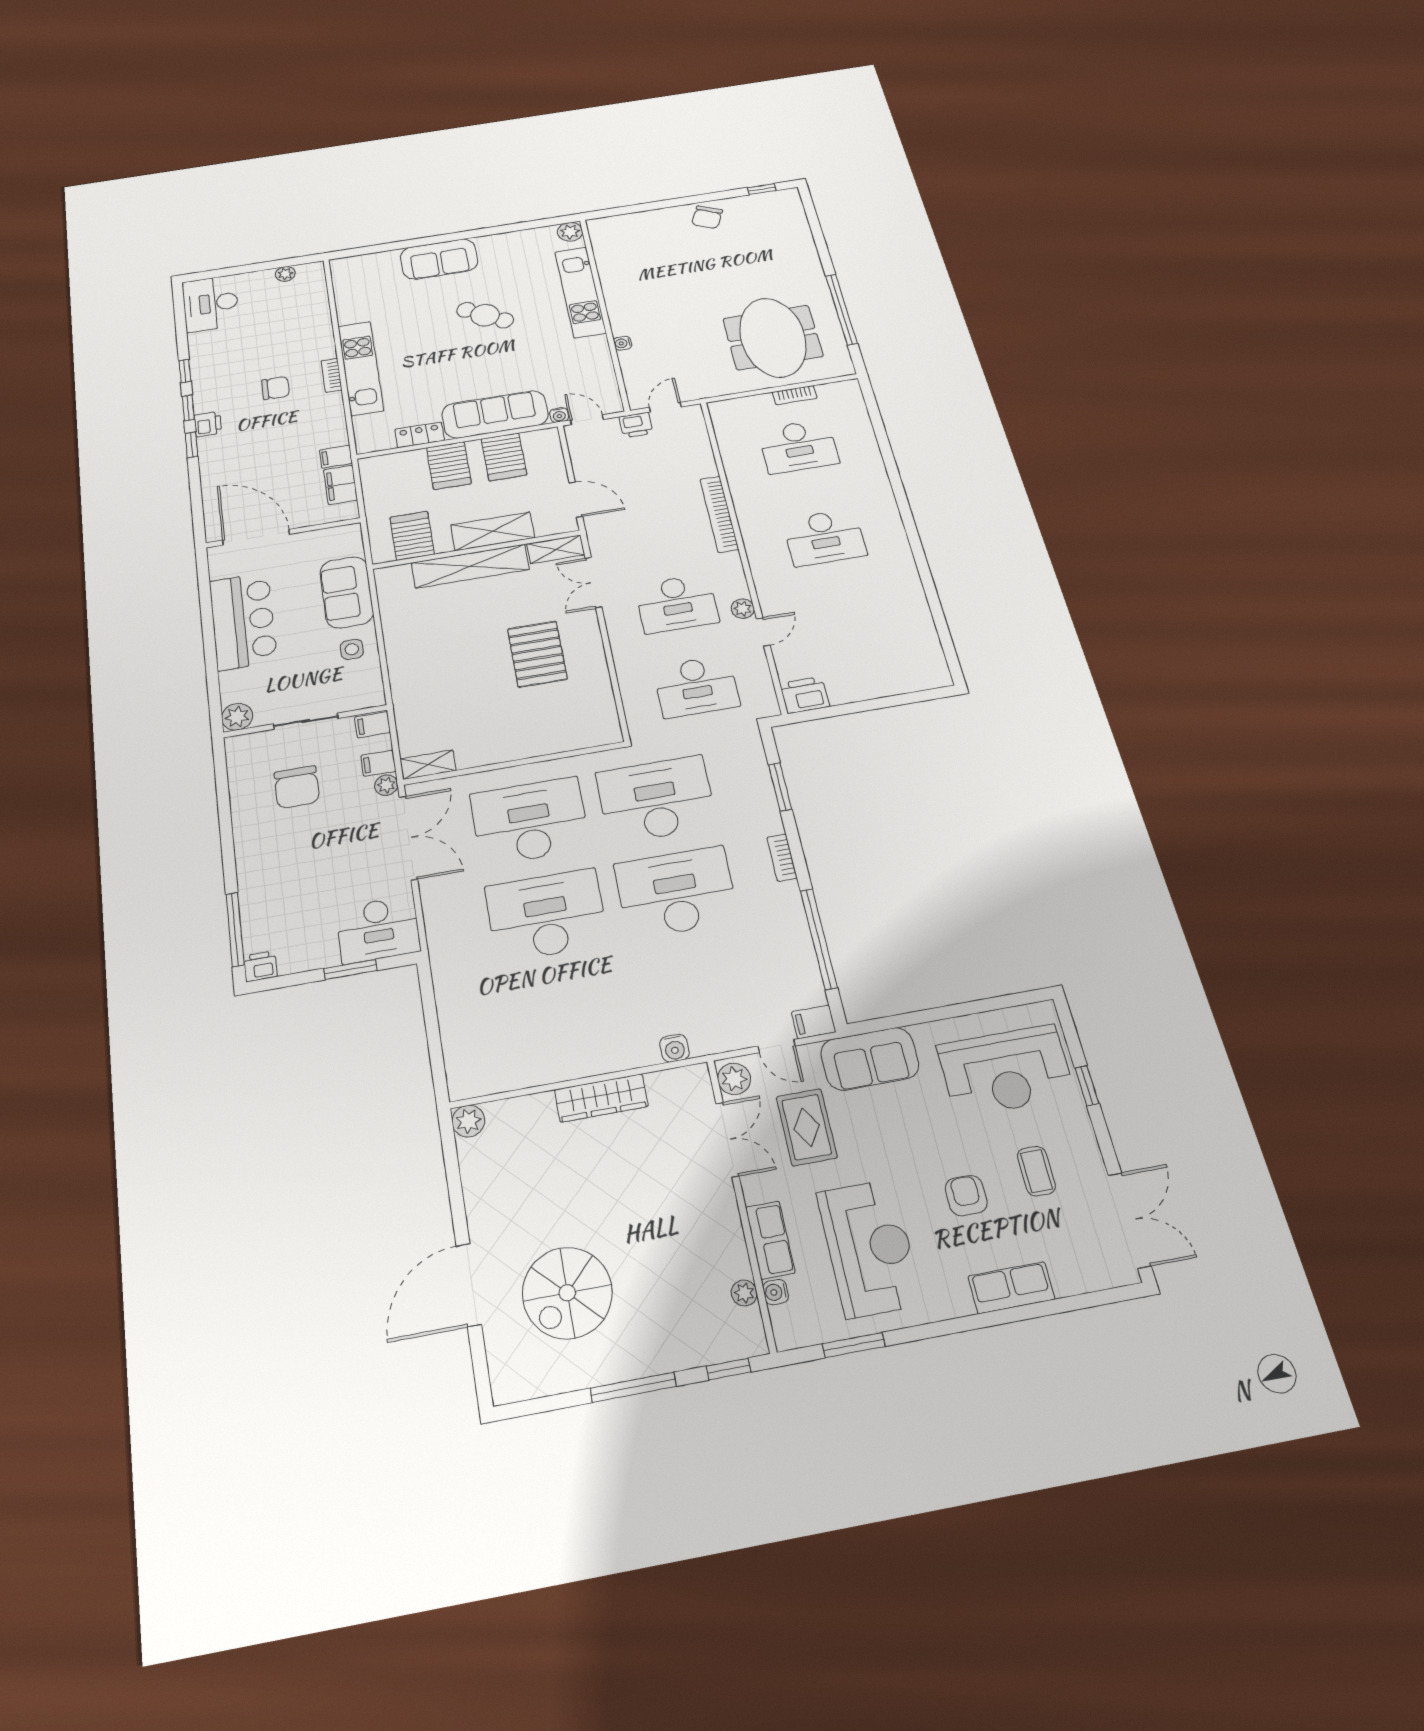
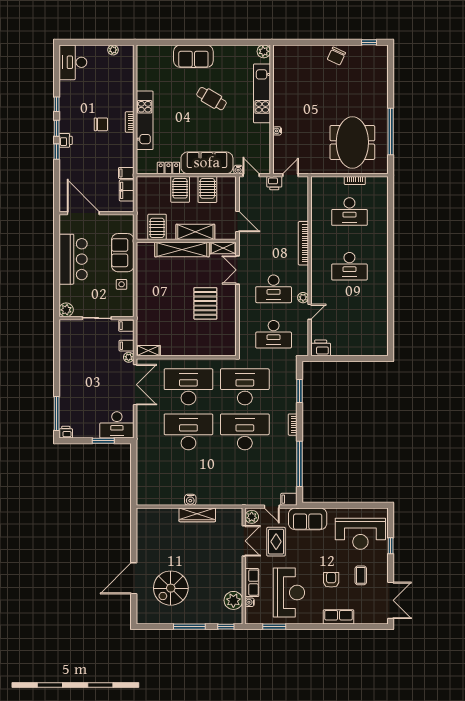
chair: (297, 787) -> (89, 351), removed
water cooler: (674, 1048) -> (190, 500), moved
plant: (468, 1121) -> (143, 514), removed
plant: (744, 1293) -> (233, 600), width x1.88, depth x1.88

